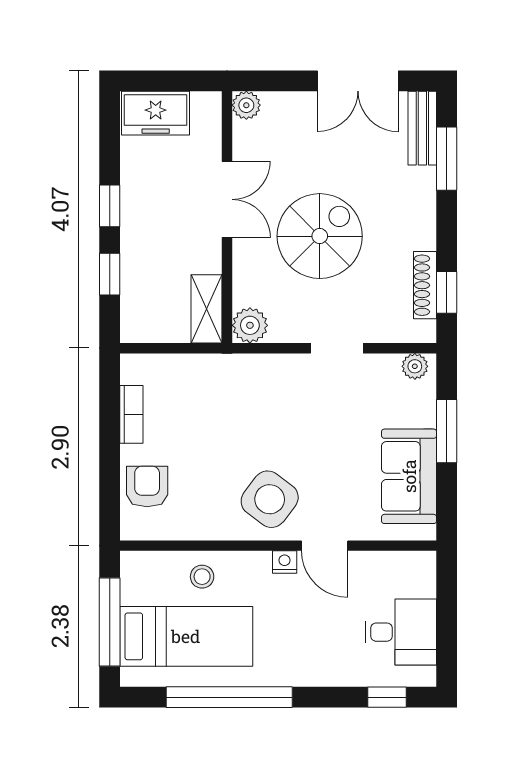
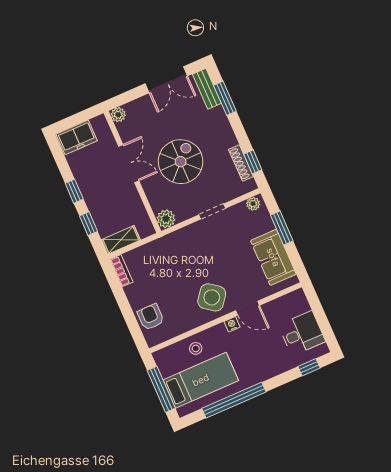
shelving: (207, 309) -> (121, 240), moved, turned 90
bookcase: (131, 414) -> (121, 271), moved

